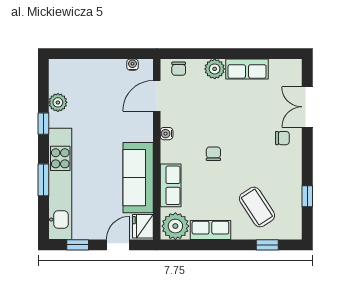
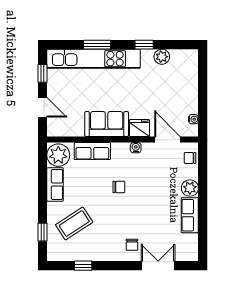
sofa: (138, 178) -> (107, 124), width x0.73
fridge: (143, 226) -> (139, 128), moved

